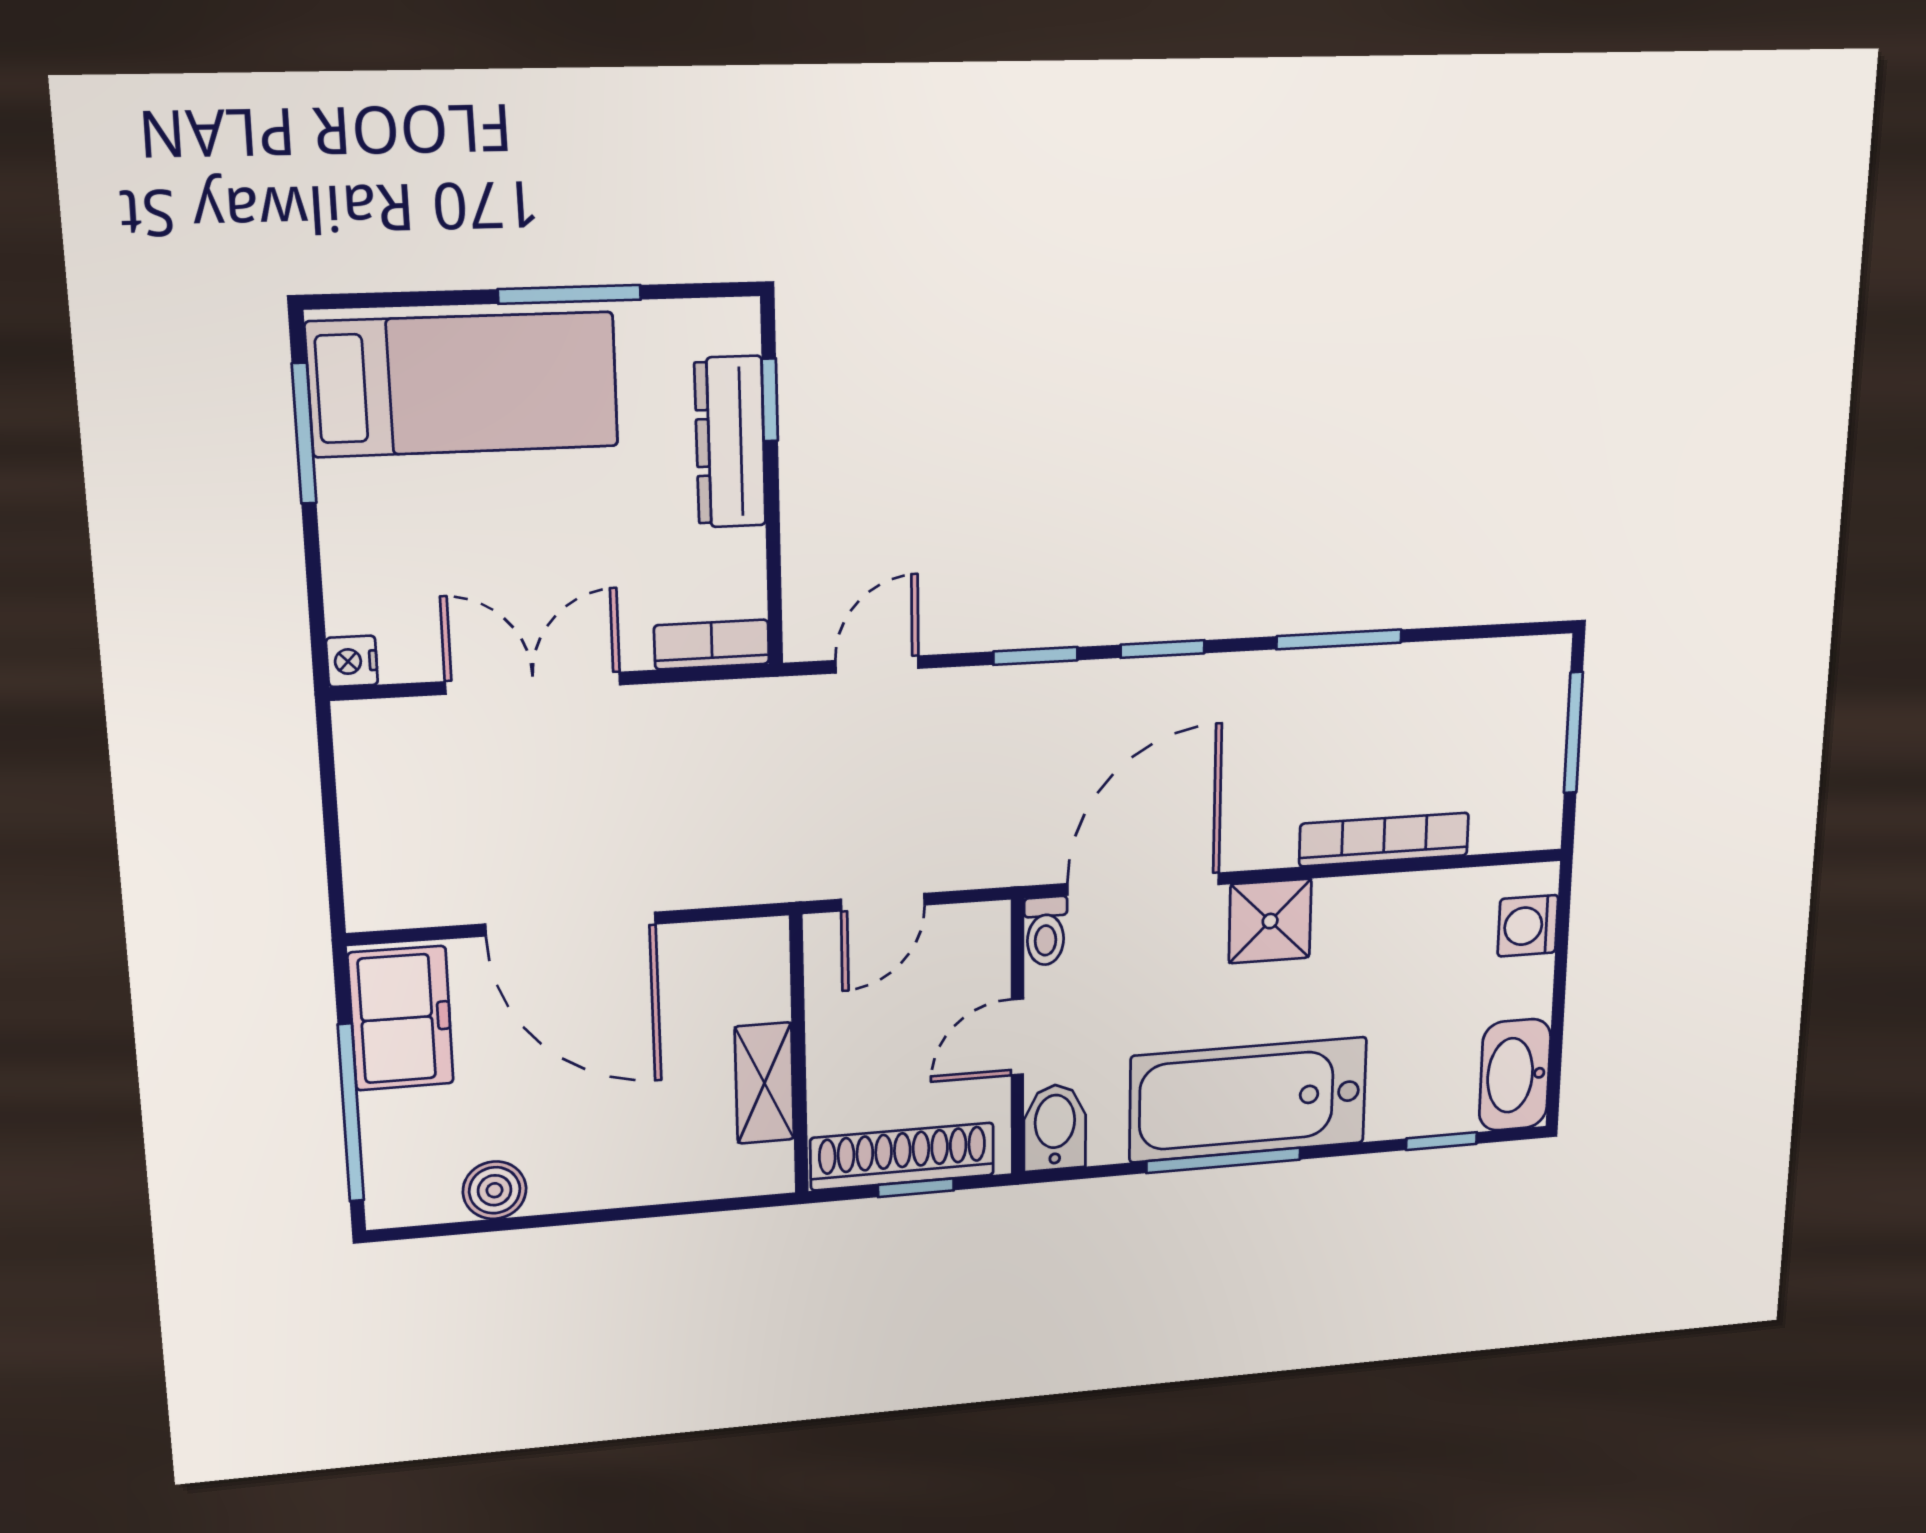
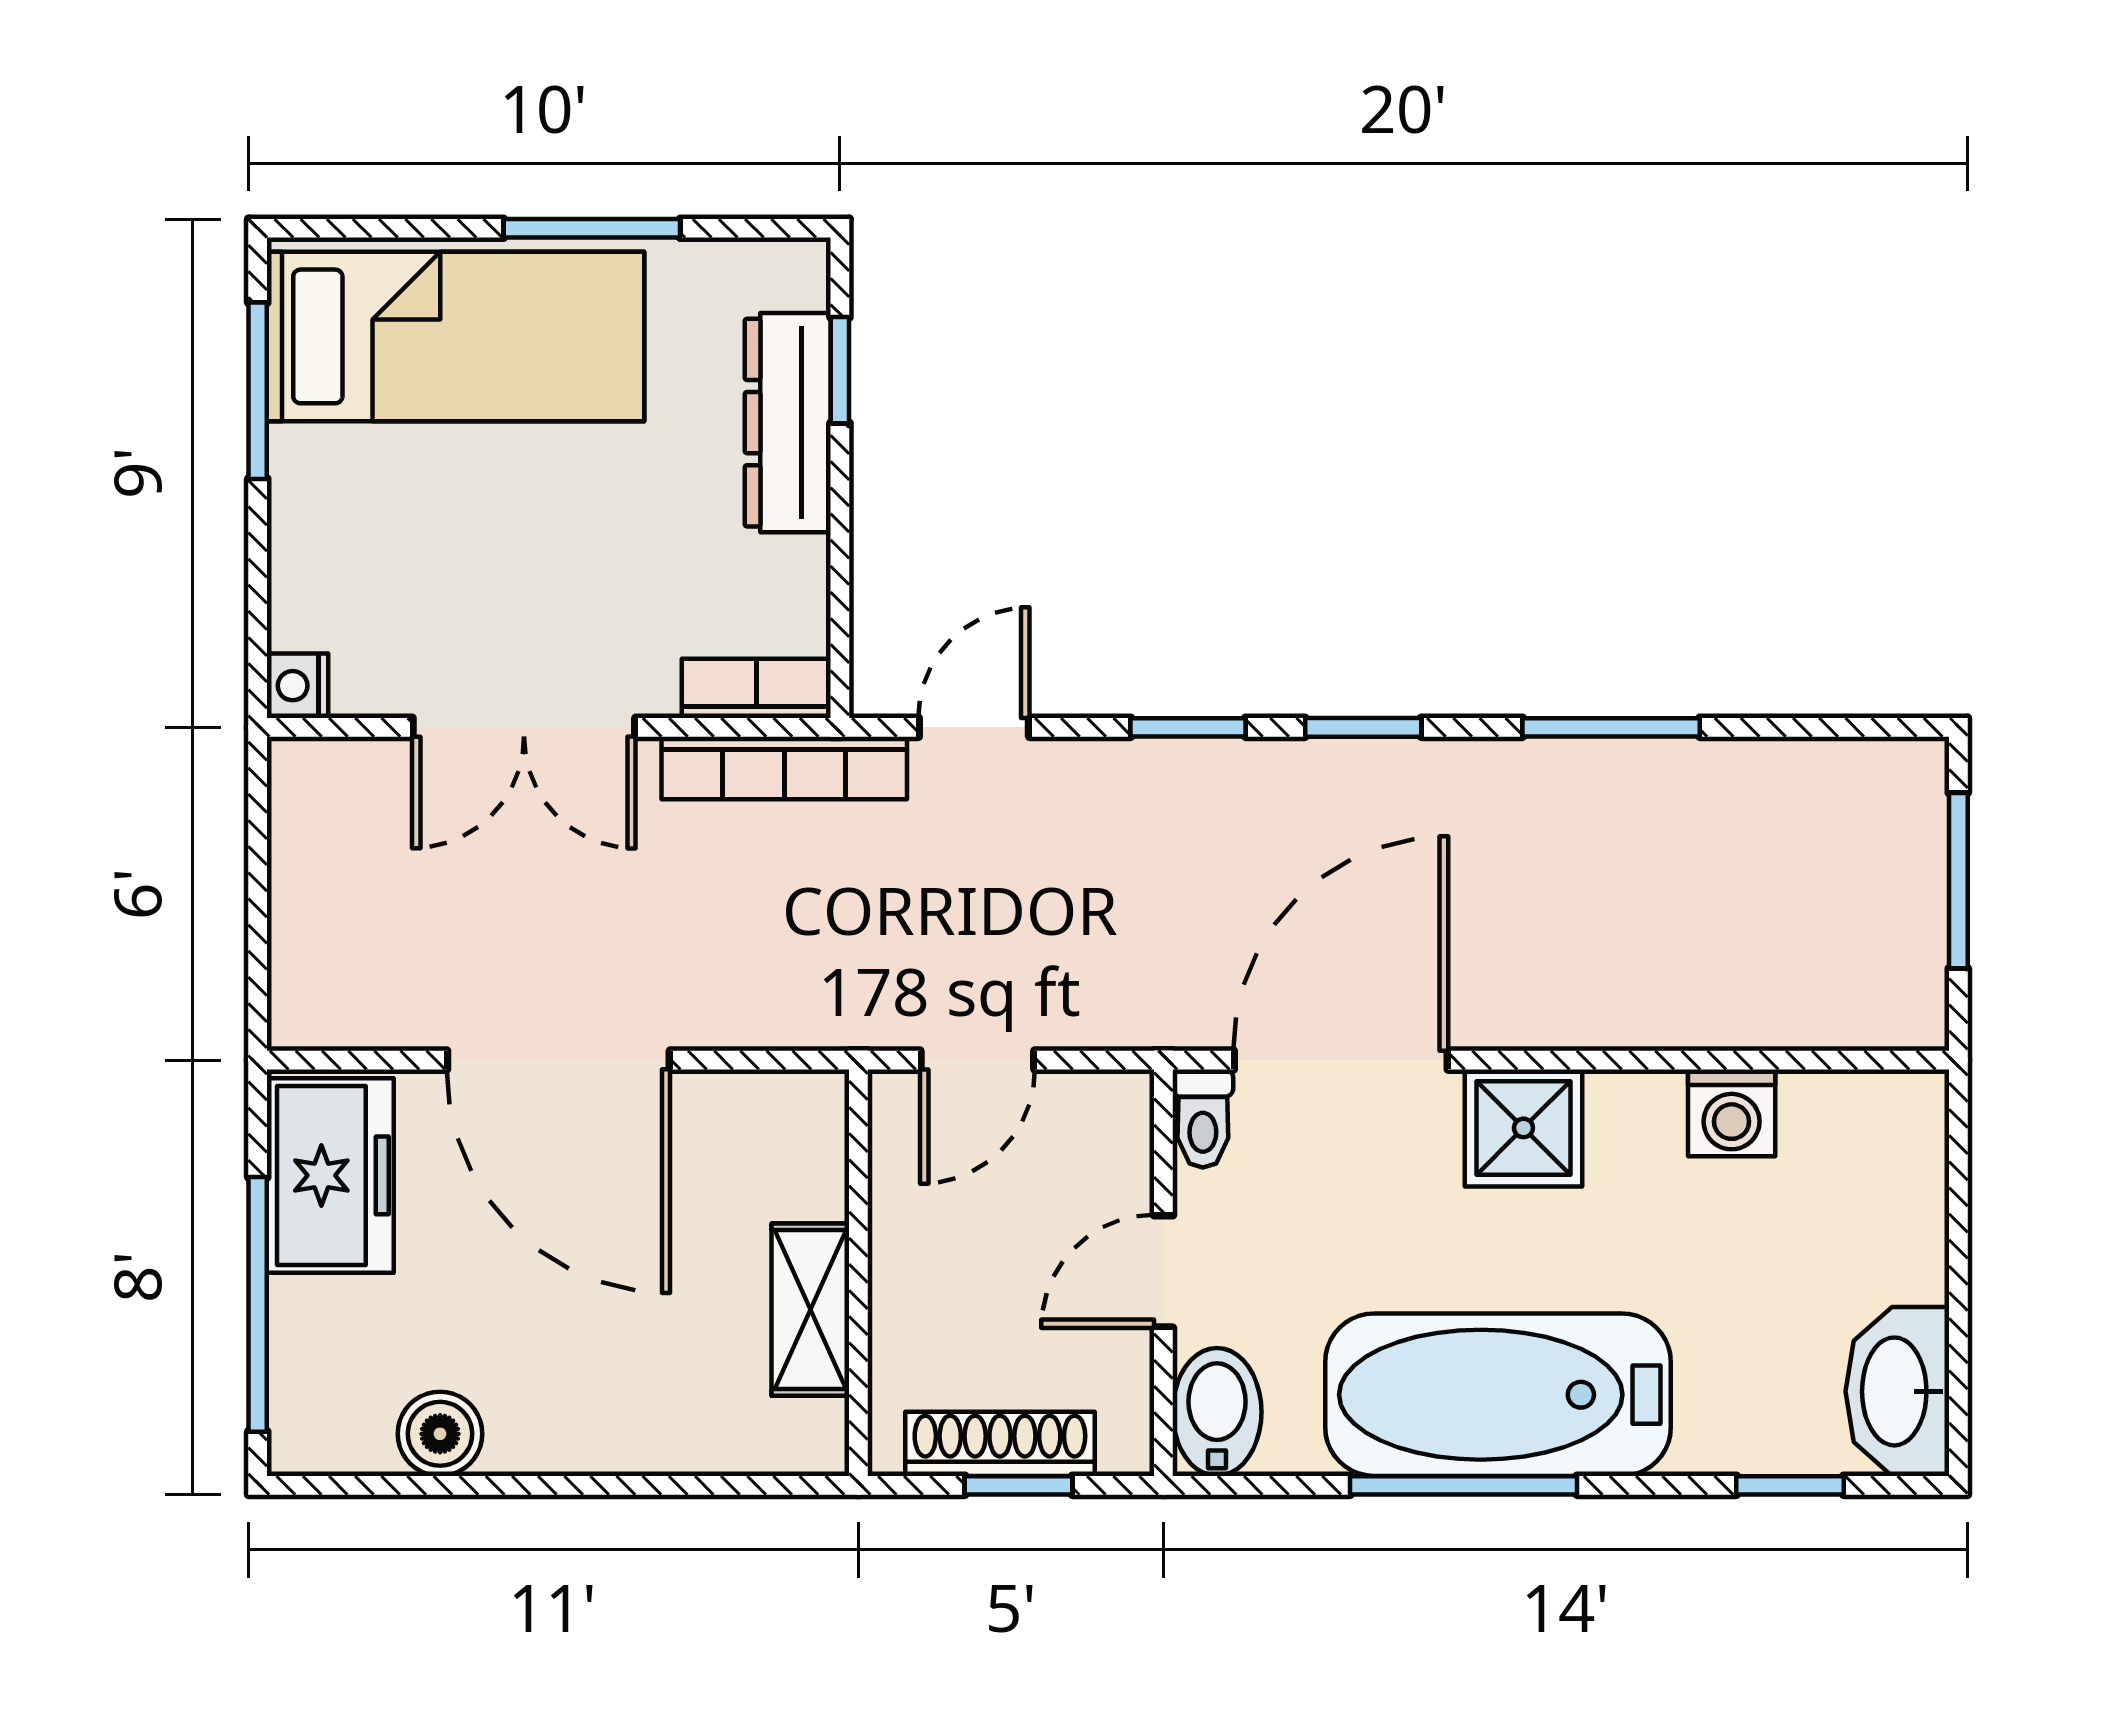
double door: (533, 683) -> (524, 727), swing flipped
bookcase: (1384, 840) -> (784, 768), moved, turned 180
washing machine: (1528, 926) -> (1732, 1113), moved, turned -90
shoe rack: (902, 1157) -> (1000, 1444), width x0.74, depth x0.81

